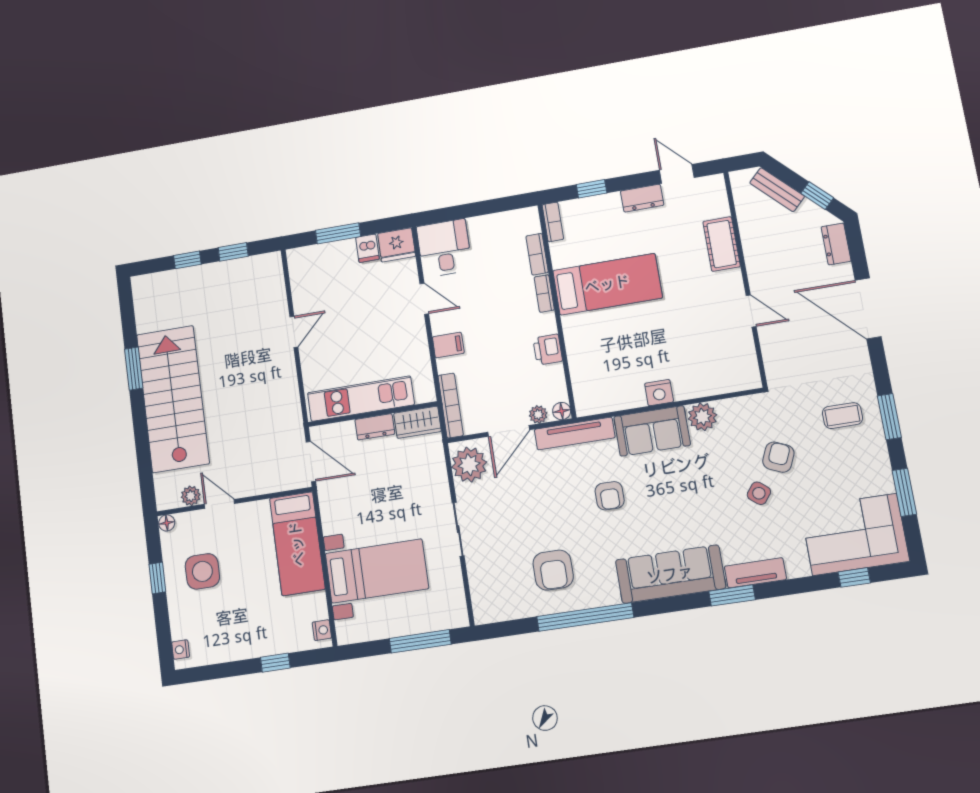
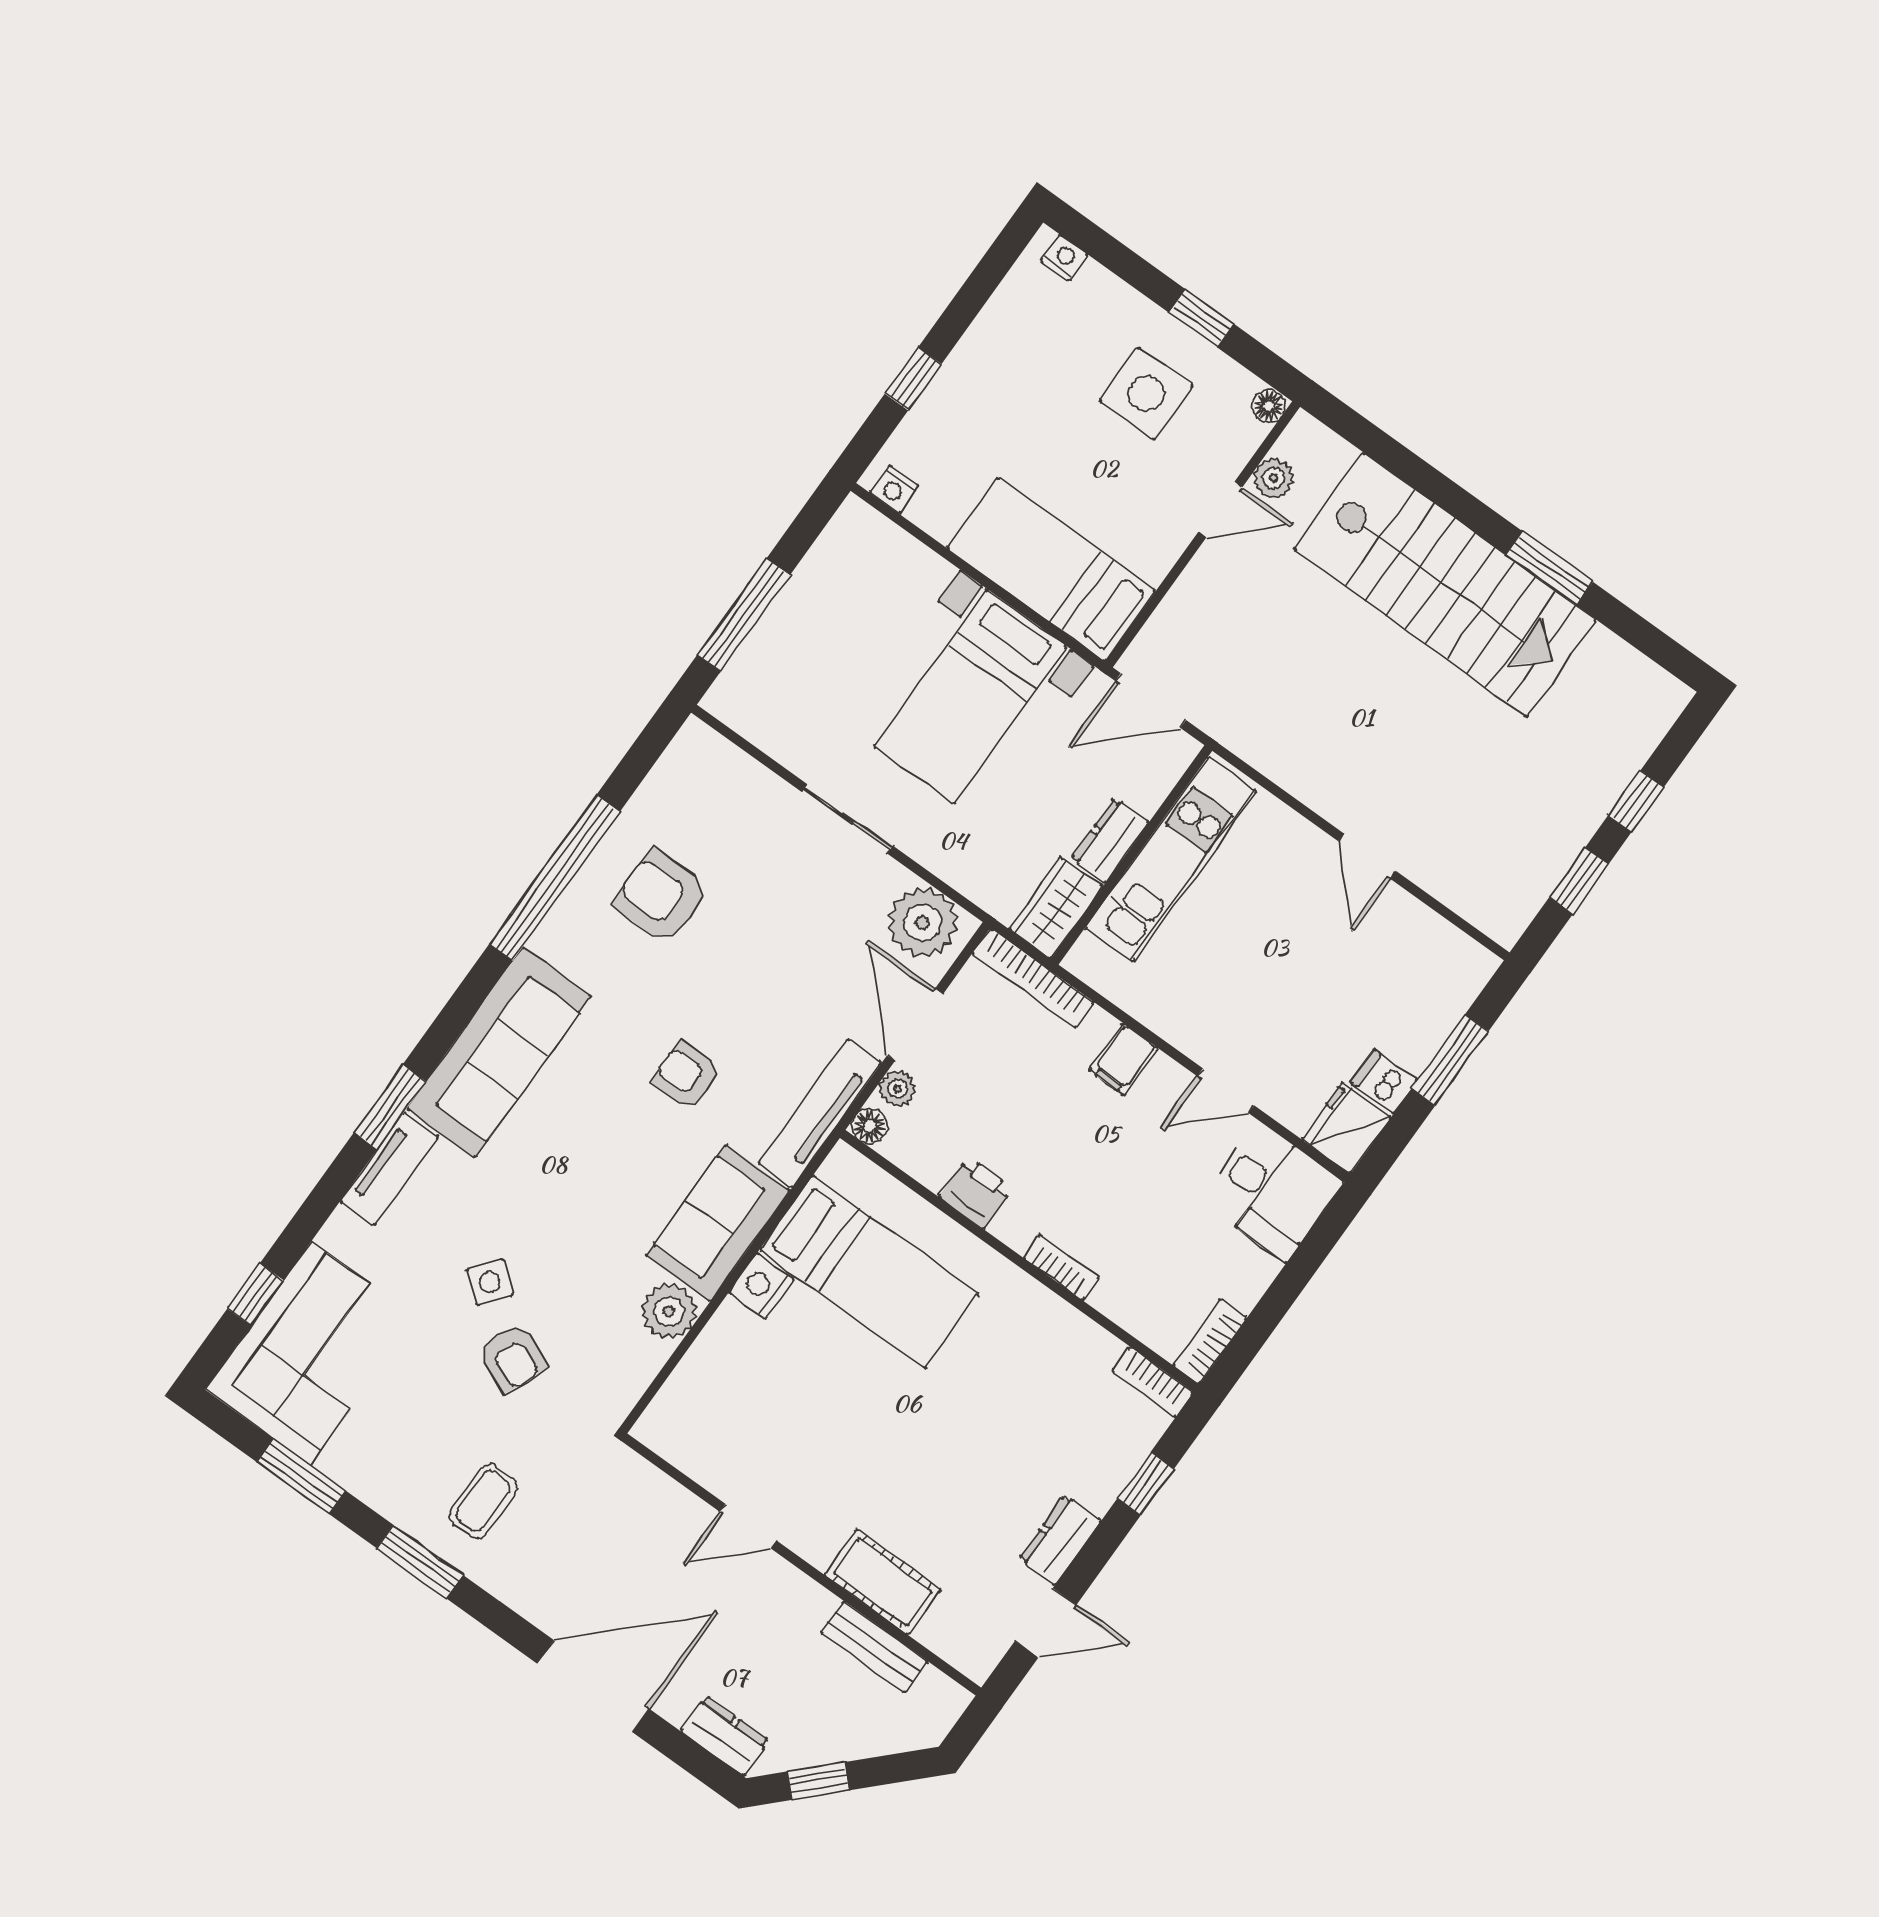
bench: (777, 190) -> (874, 1647), moved, turned 45
bookcase: (537, 254) -> (1210, 1342), moved, turned -90
bed: (607, 284) -> (869, 1272), moved, turned -90
bed with nightstands: (377, 571) -> (970, 697), moved

